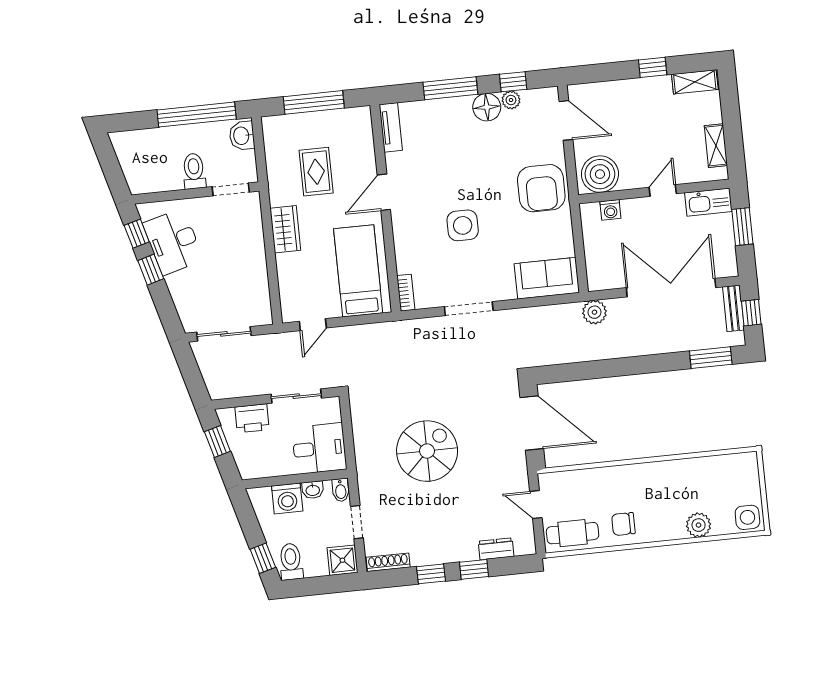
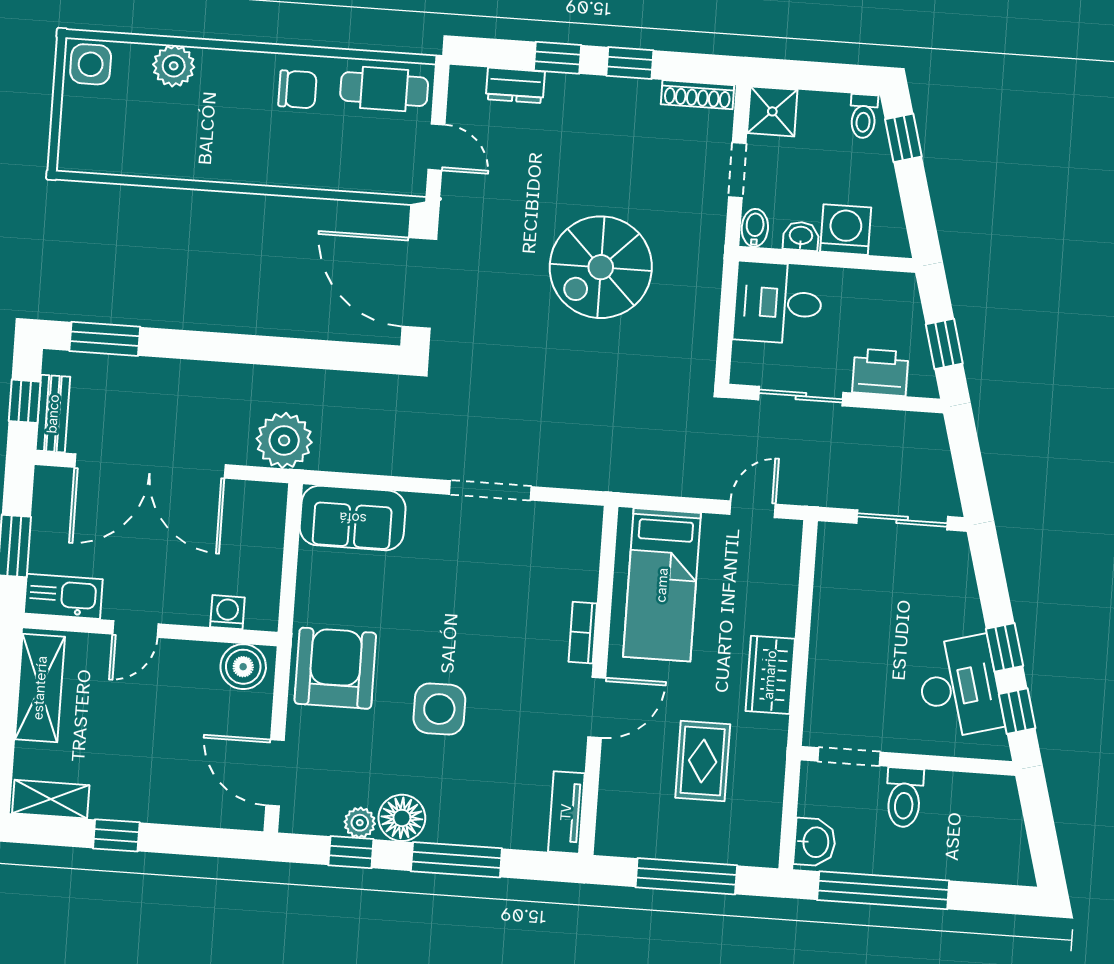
shelving: (716, 146) -> (40, 688), width x1.50, depth x1.33
boiler: (600, 174) -> (243, 667), width x0.73, depth x0.73
side table: (463, 225) -> (439, 709), moved
bookcase: (406, 293) -> (583, 633), moved
plant: (594, 312) -> (284, 440), width x1.36, depth x1.36
toilet: (291, 562) -> (863, 116), width x0.73, depth x0.72

